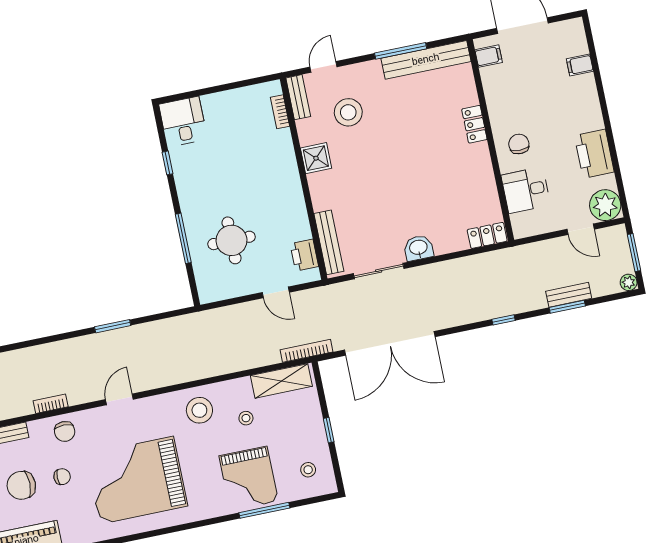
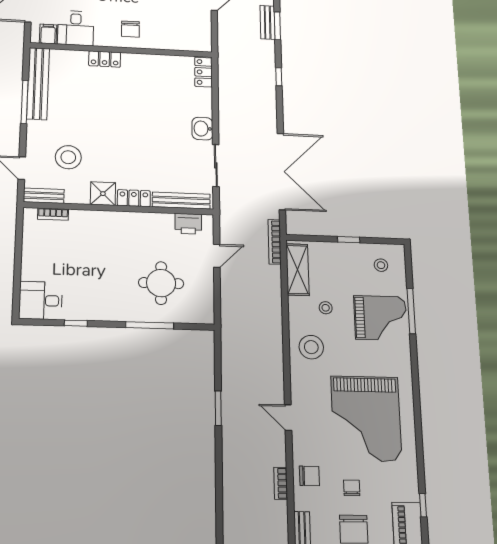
chair: (519, 144) -> (130, 29), turned -90
desk: (526, 190) -> (76, 28), moved
locker: (319, 192) -> (134, 198), added

